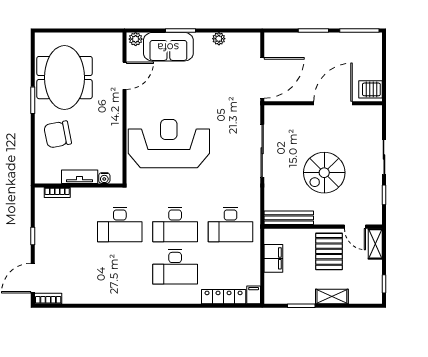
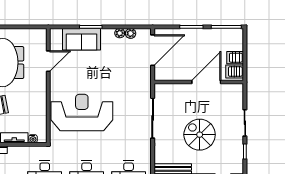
plant: (136, 39) -> (131, 33), moved
server rack: (371, 71) -> (235, 58), added
door: (262, 78) -> (153, 50), moved
spiral stairs: (324, 173) -> (200, 135), turned 90

